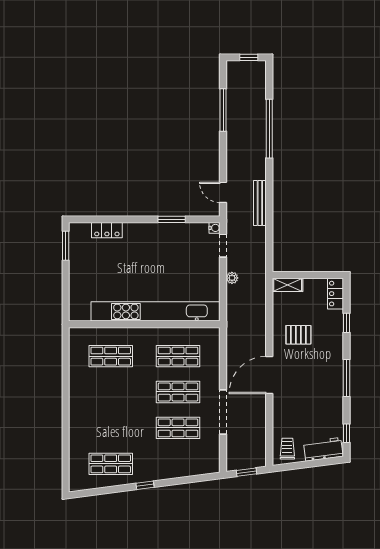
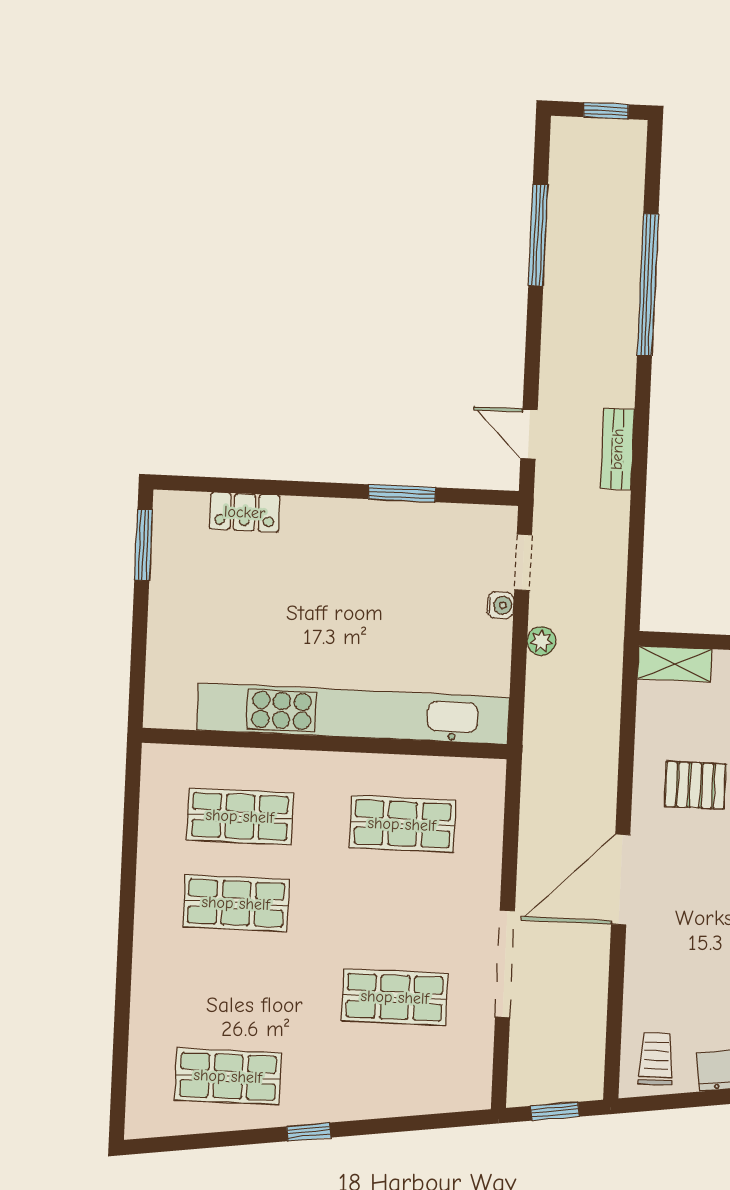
bench: (260, 203) -> (617, 449), width x0.73
water cooler: (215, 228) -> (501, 605), moved
shop shelf: (178, 392) -> (236, 903), moved

